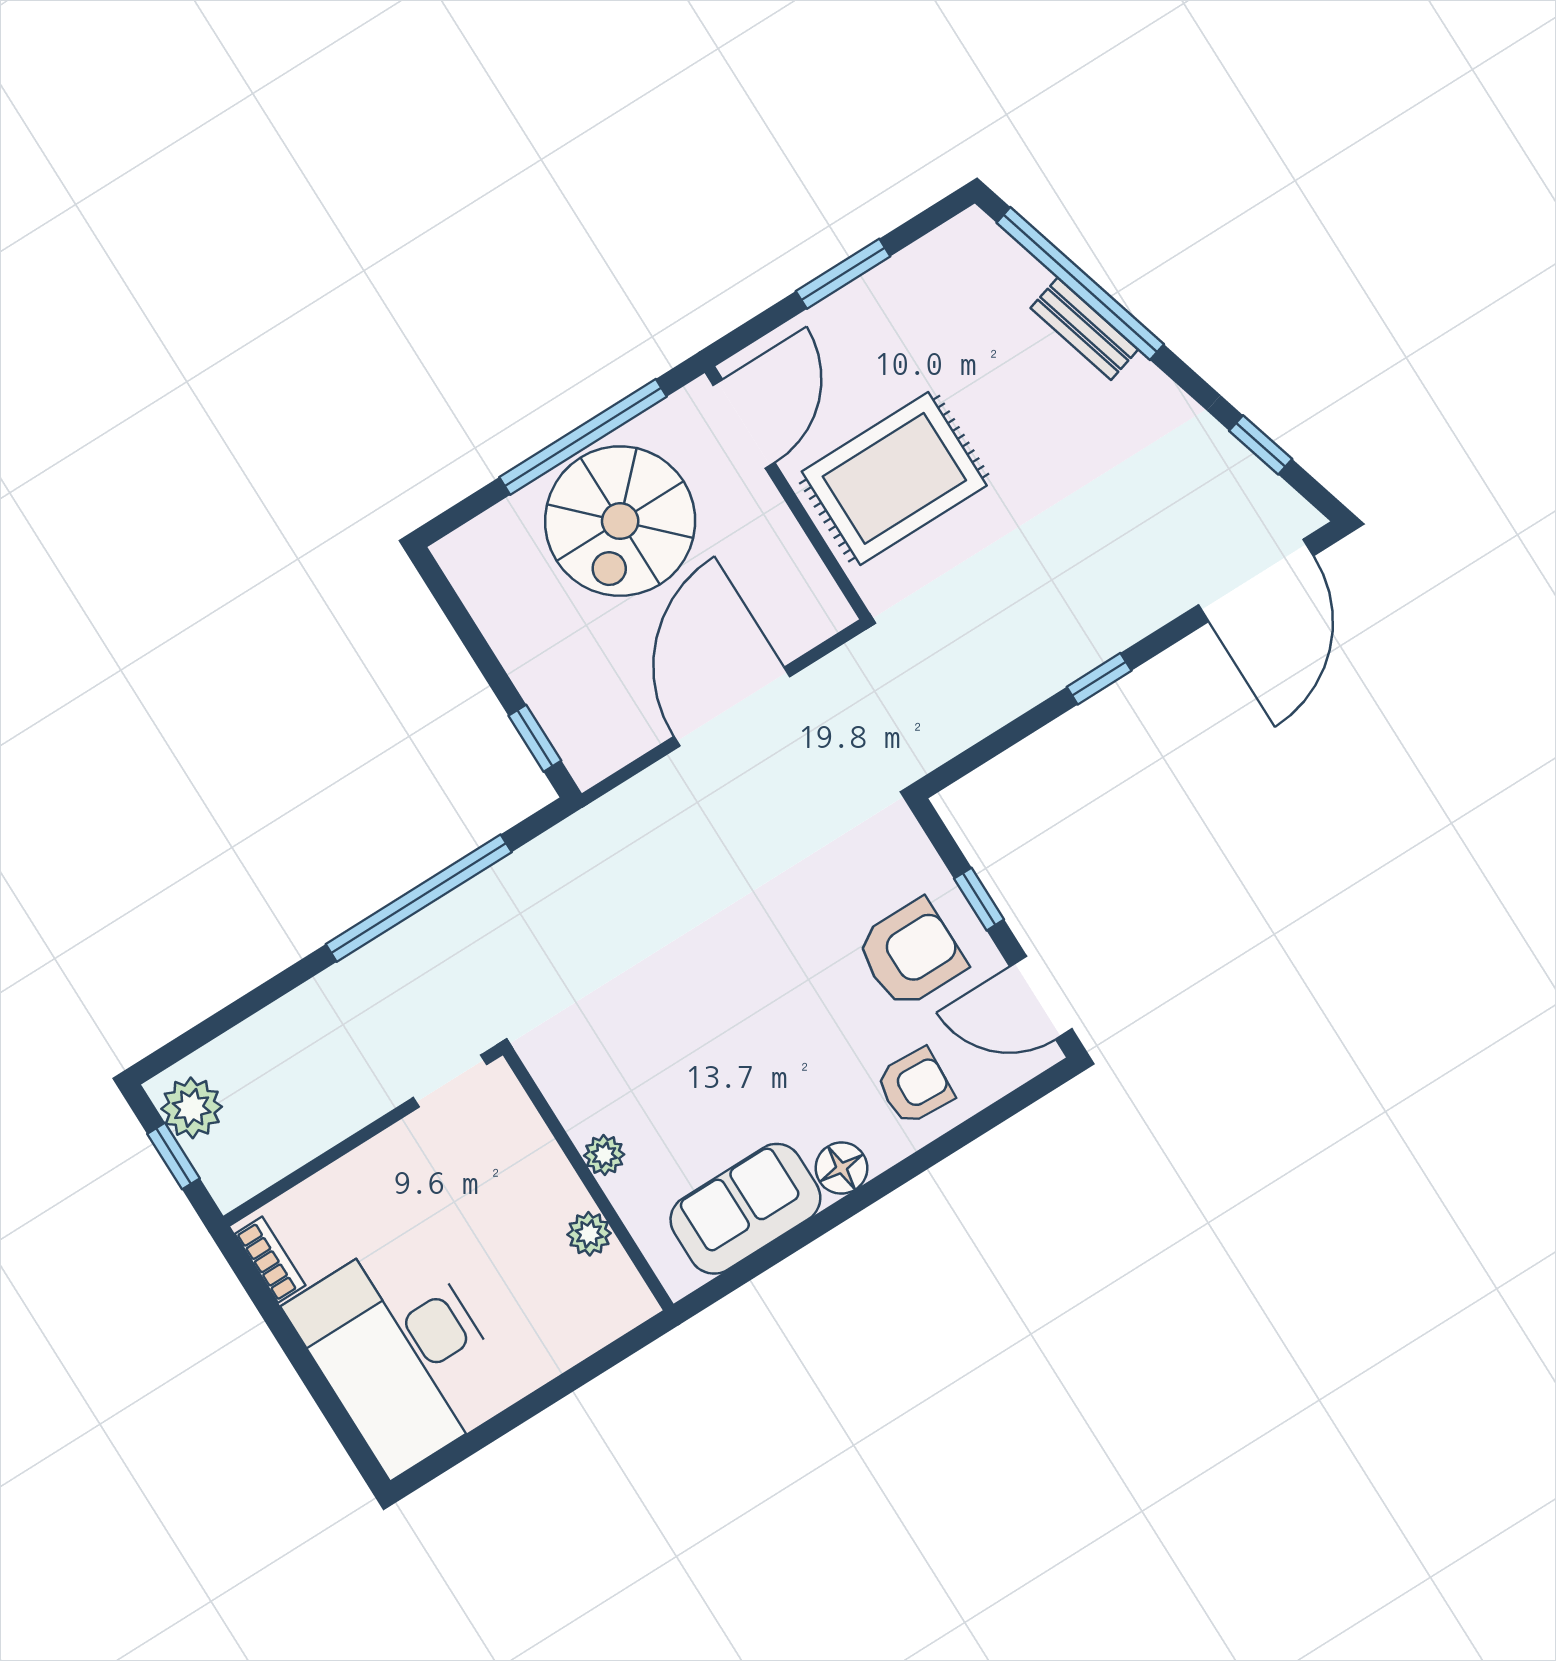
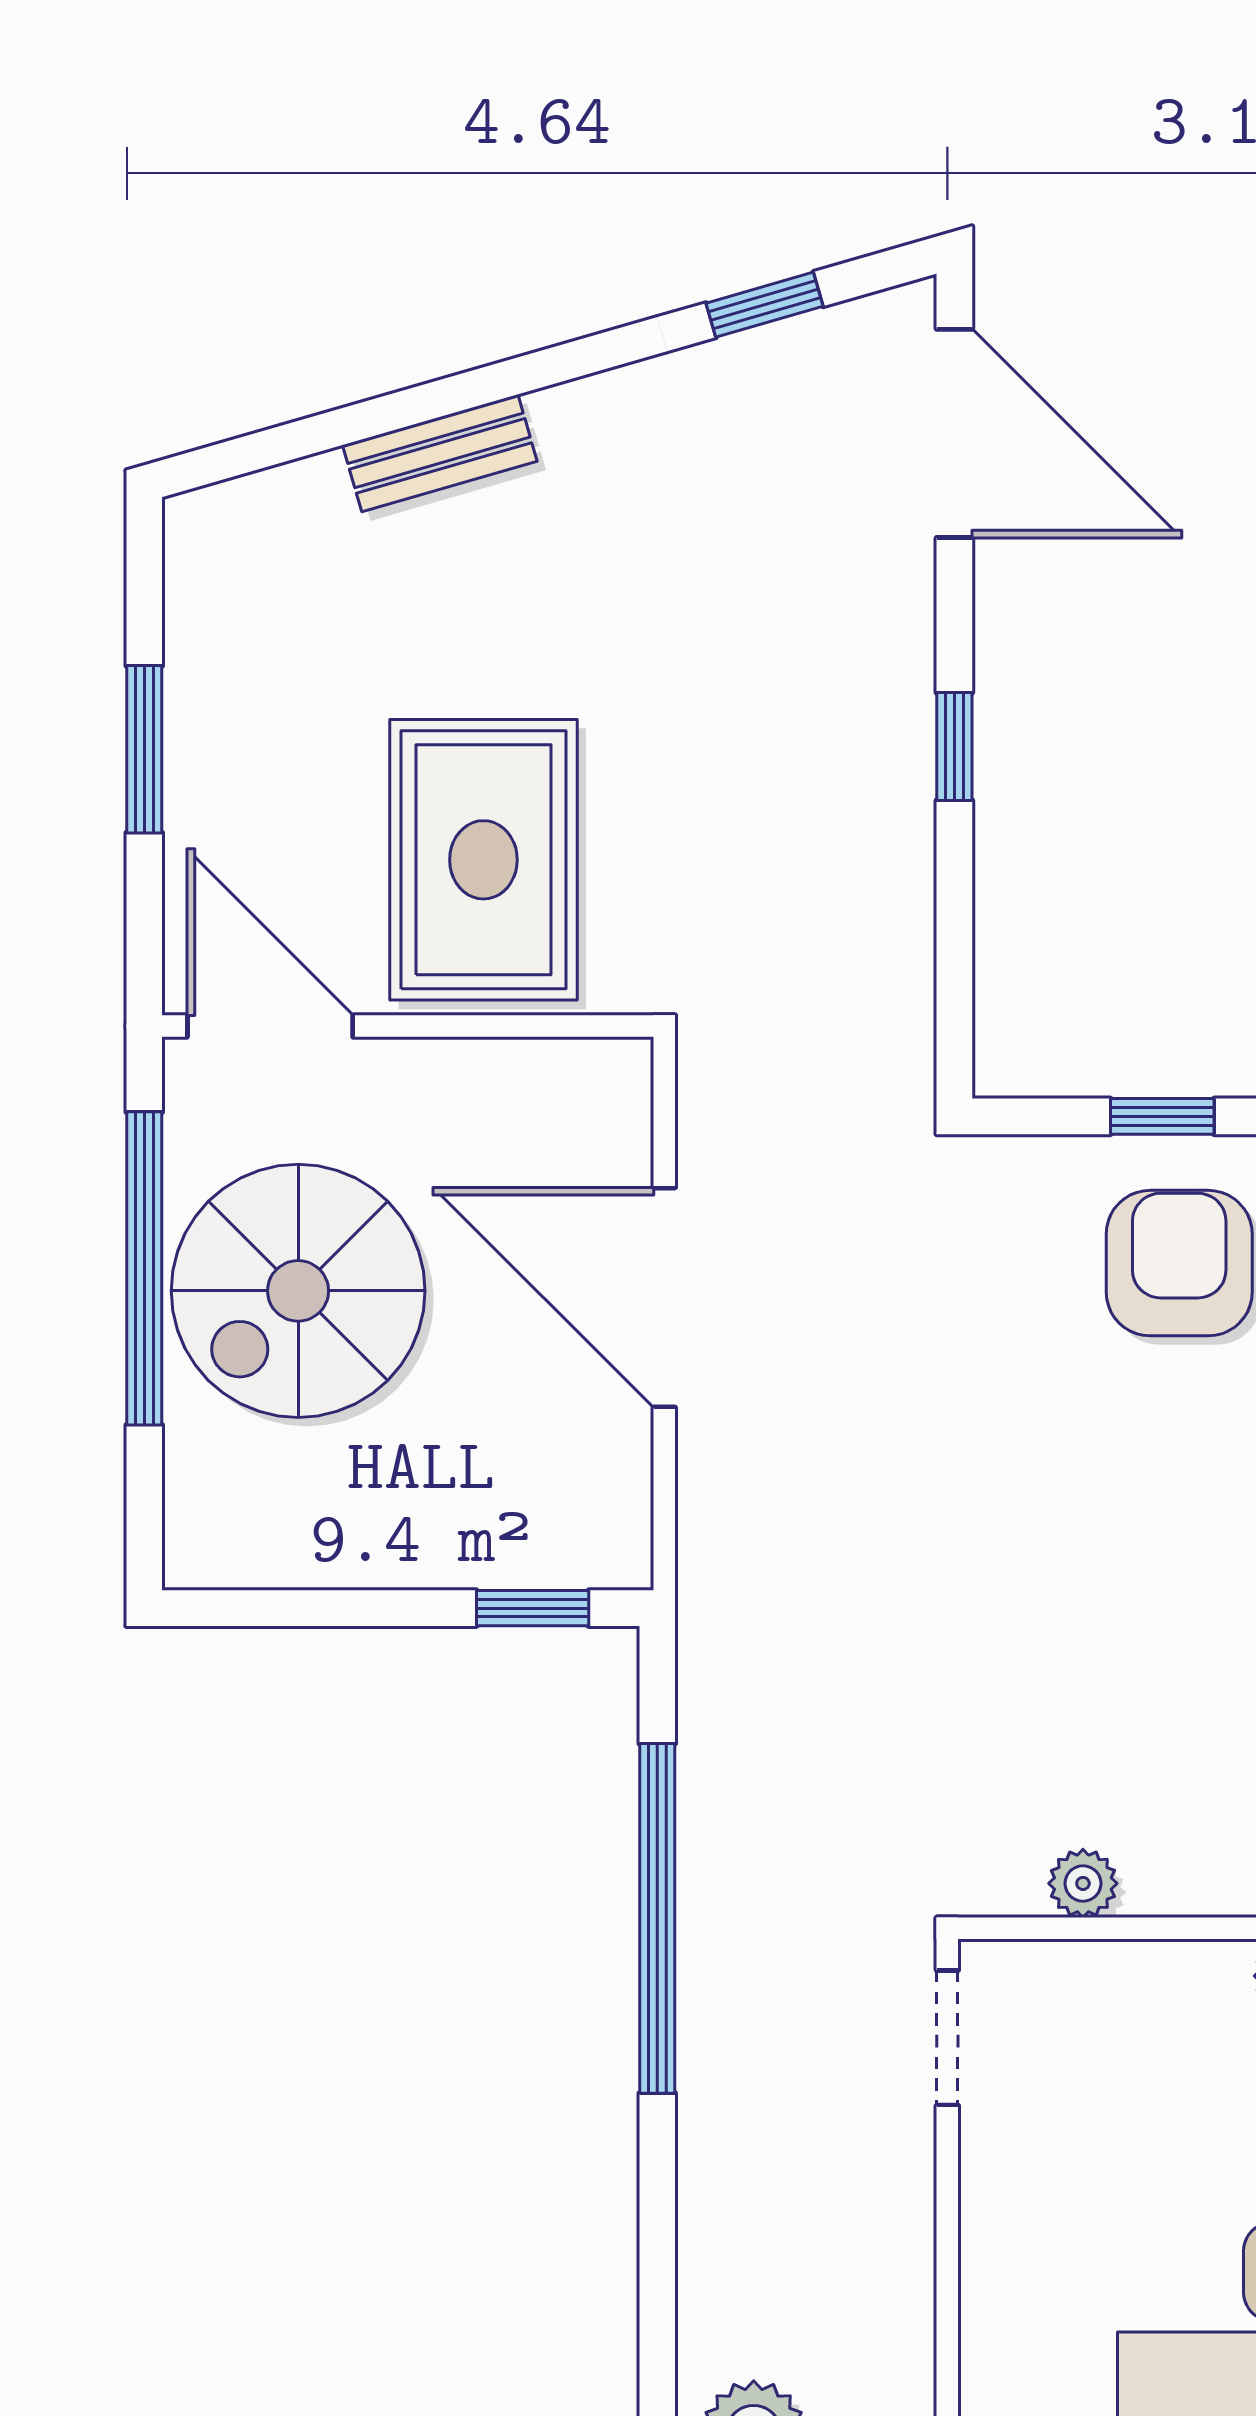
window: (1080, 283) -> (371, 418), removed
spiral stairs: (620, 521) -> (298, 1291), turned 90
plant: (604, 1155) -> (1083, 1883), moved

